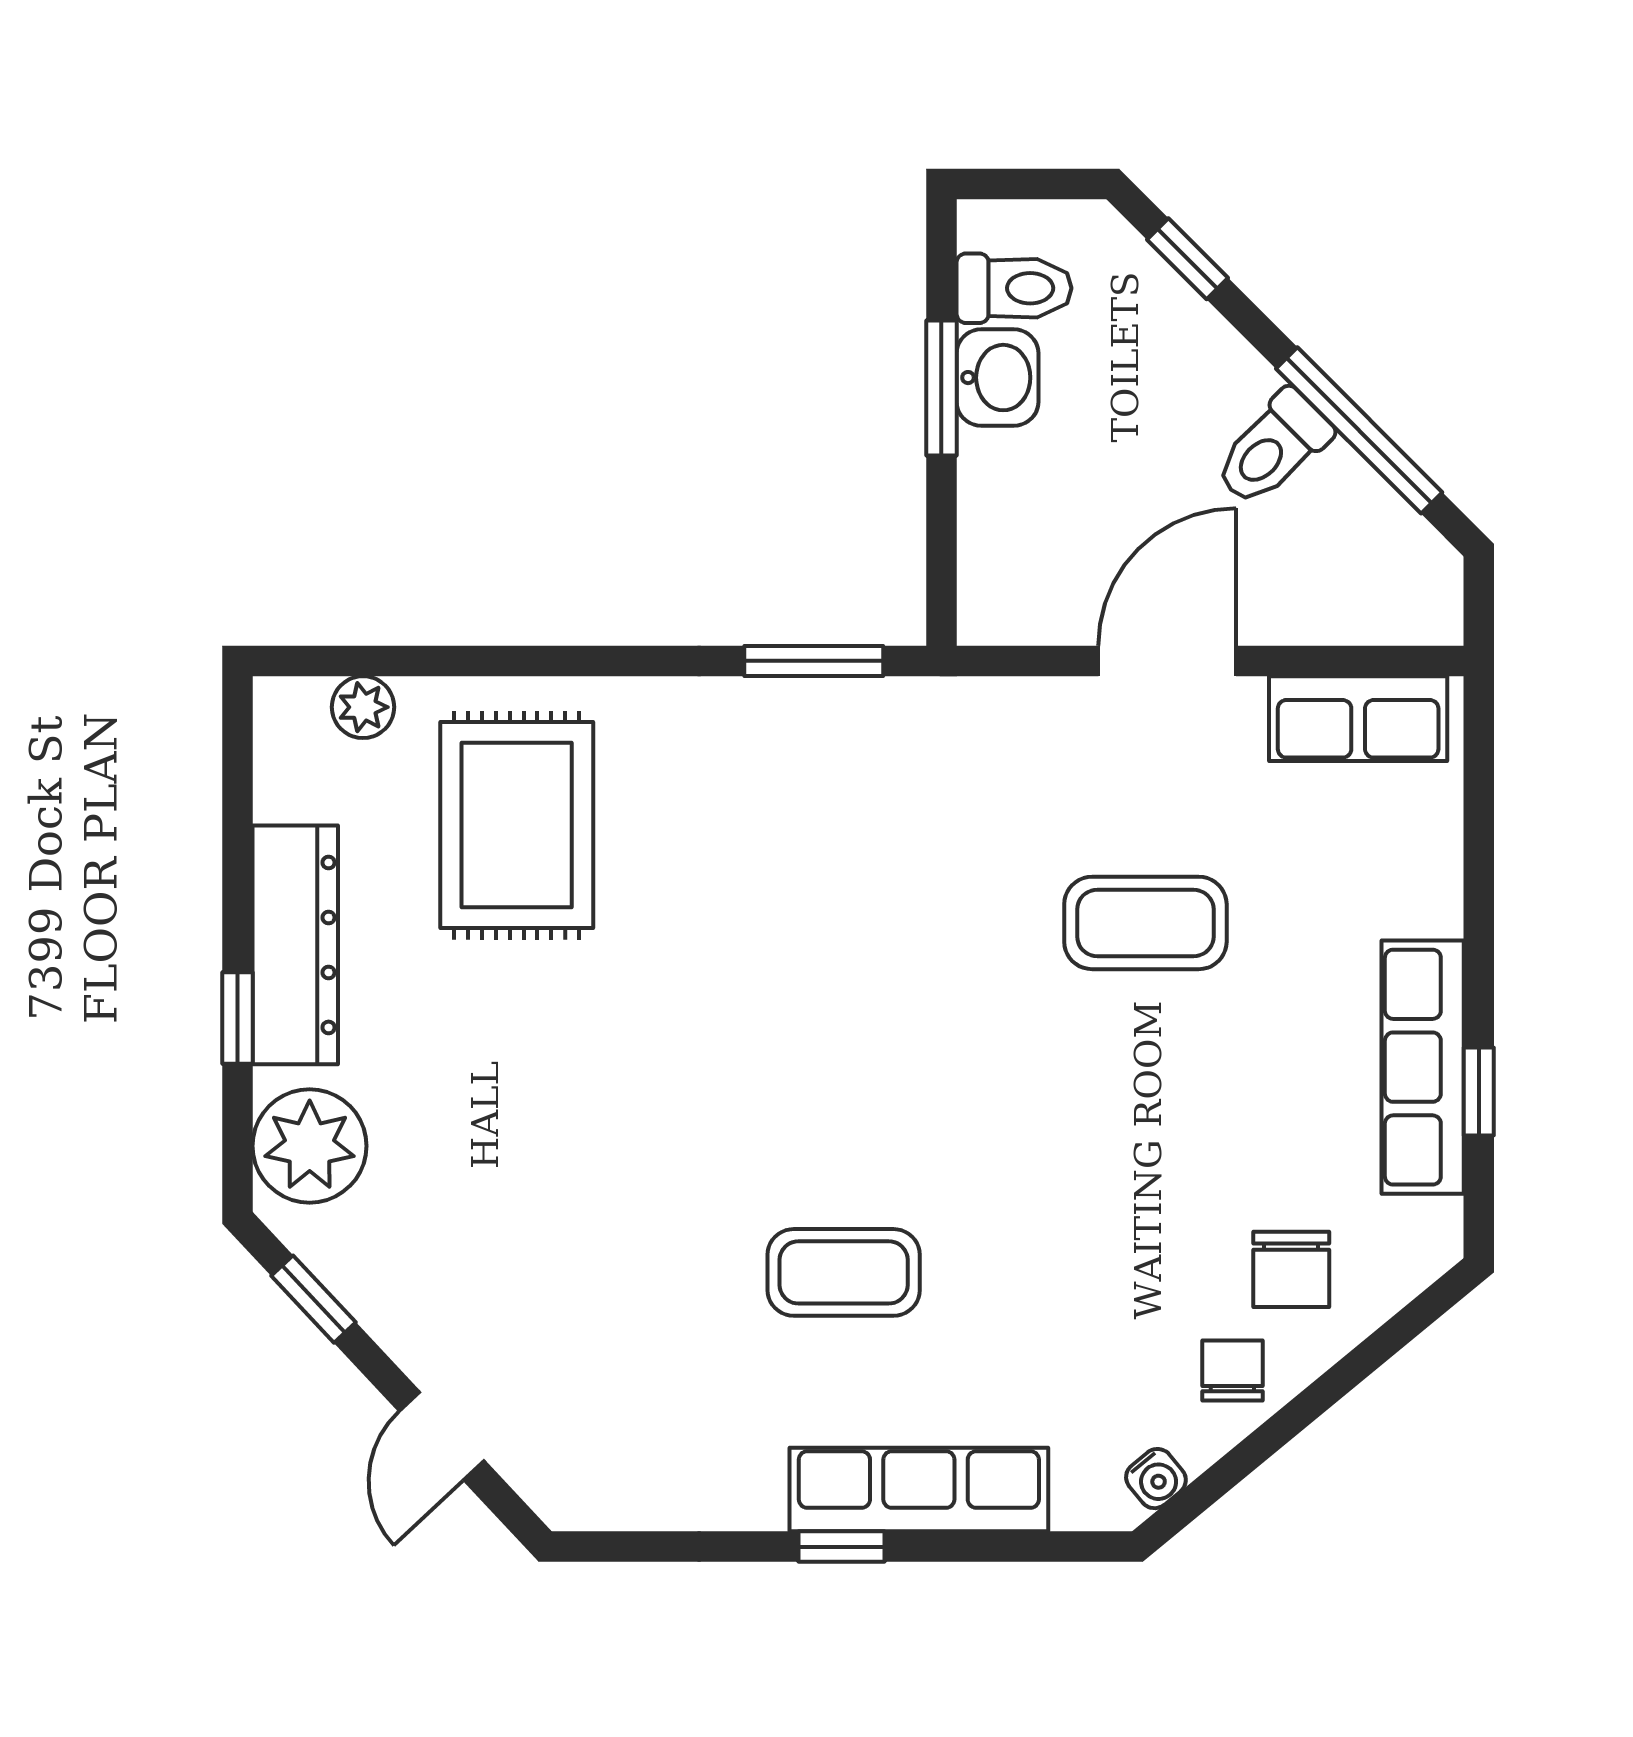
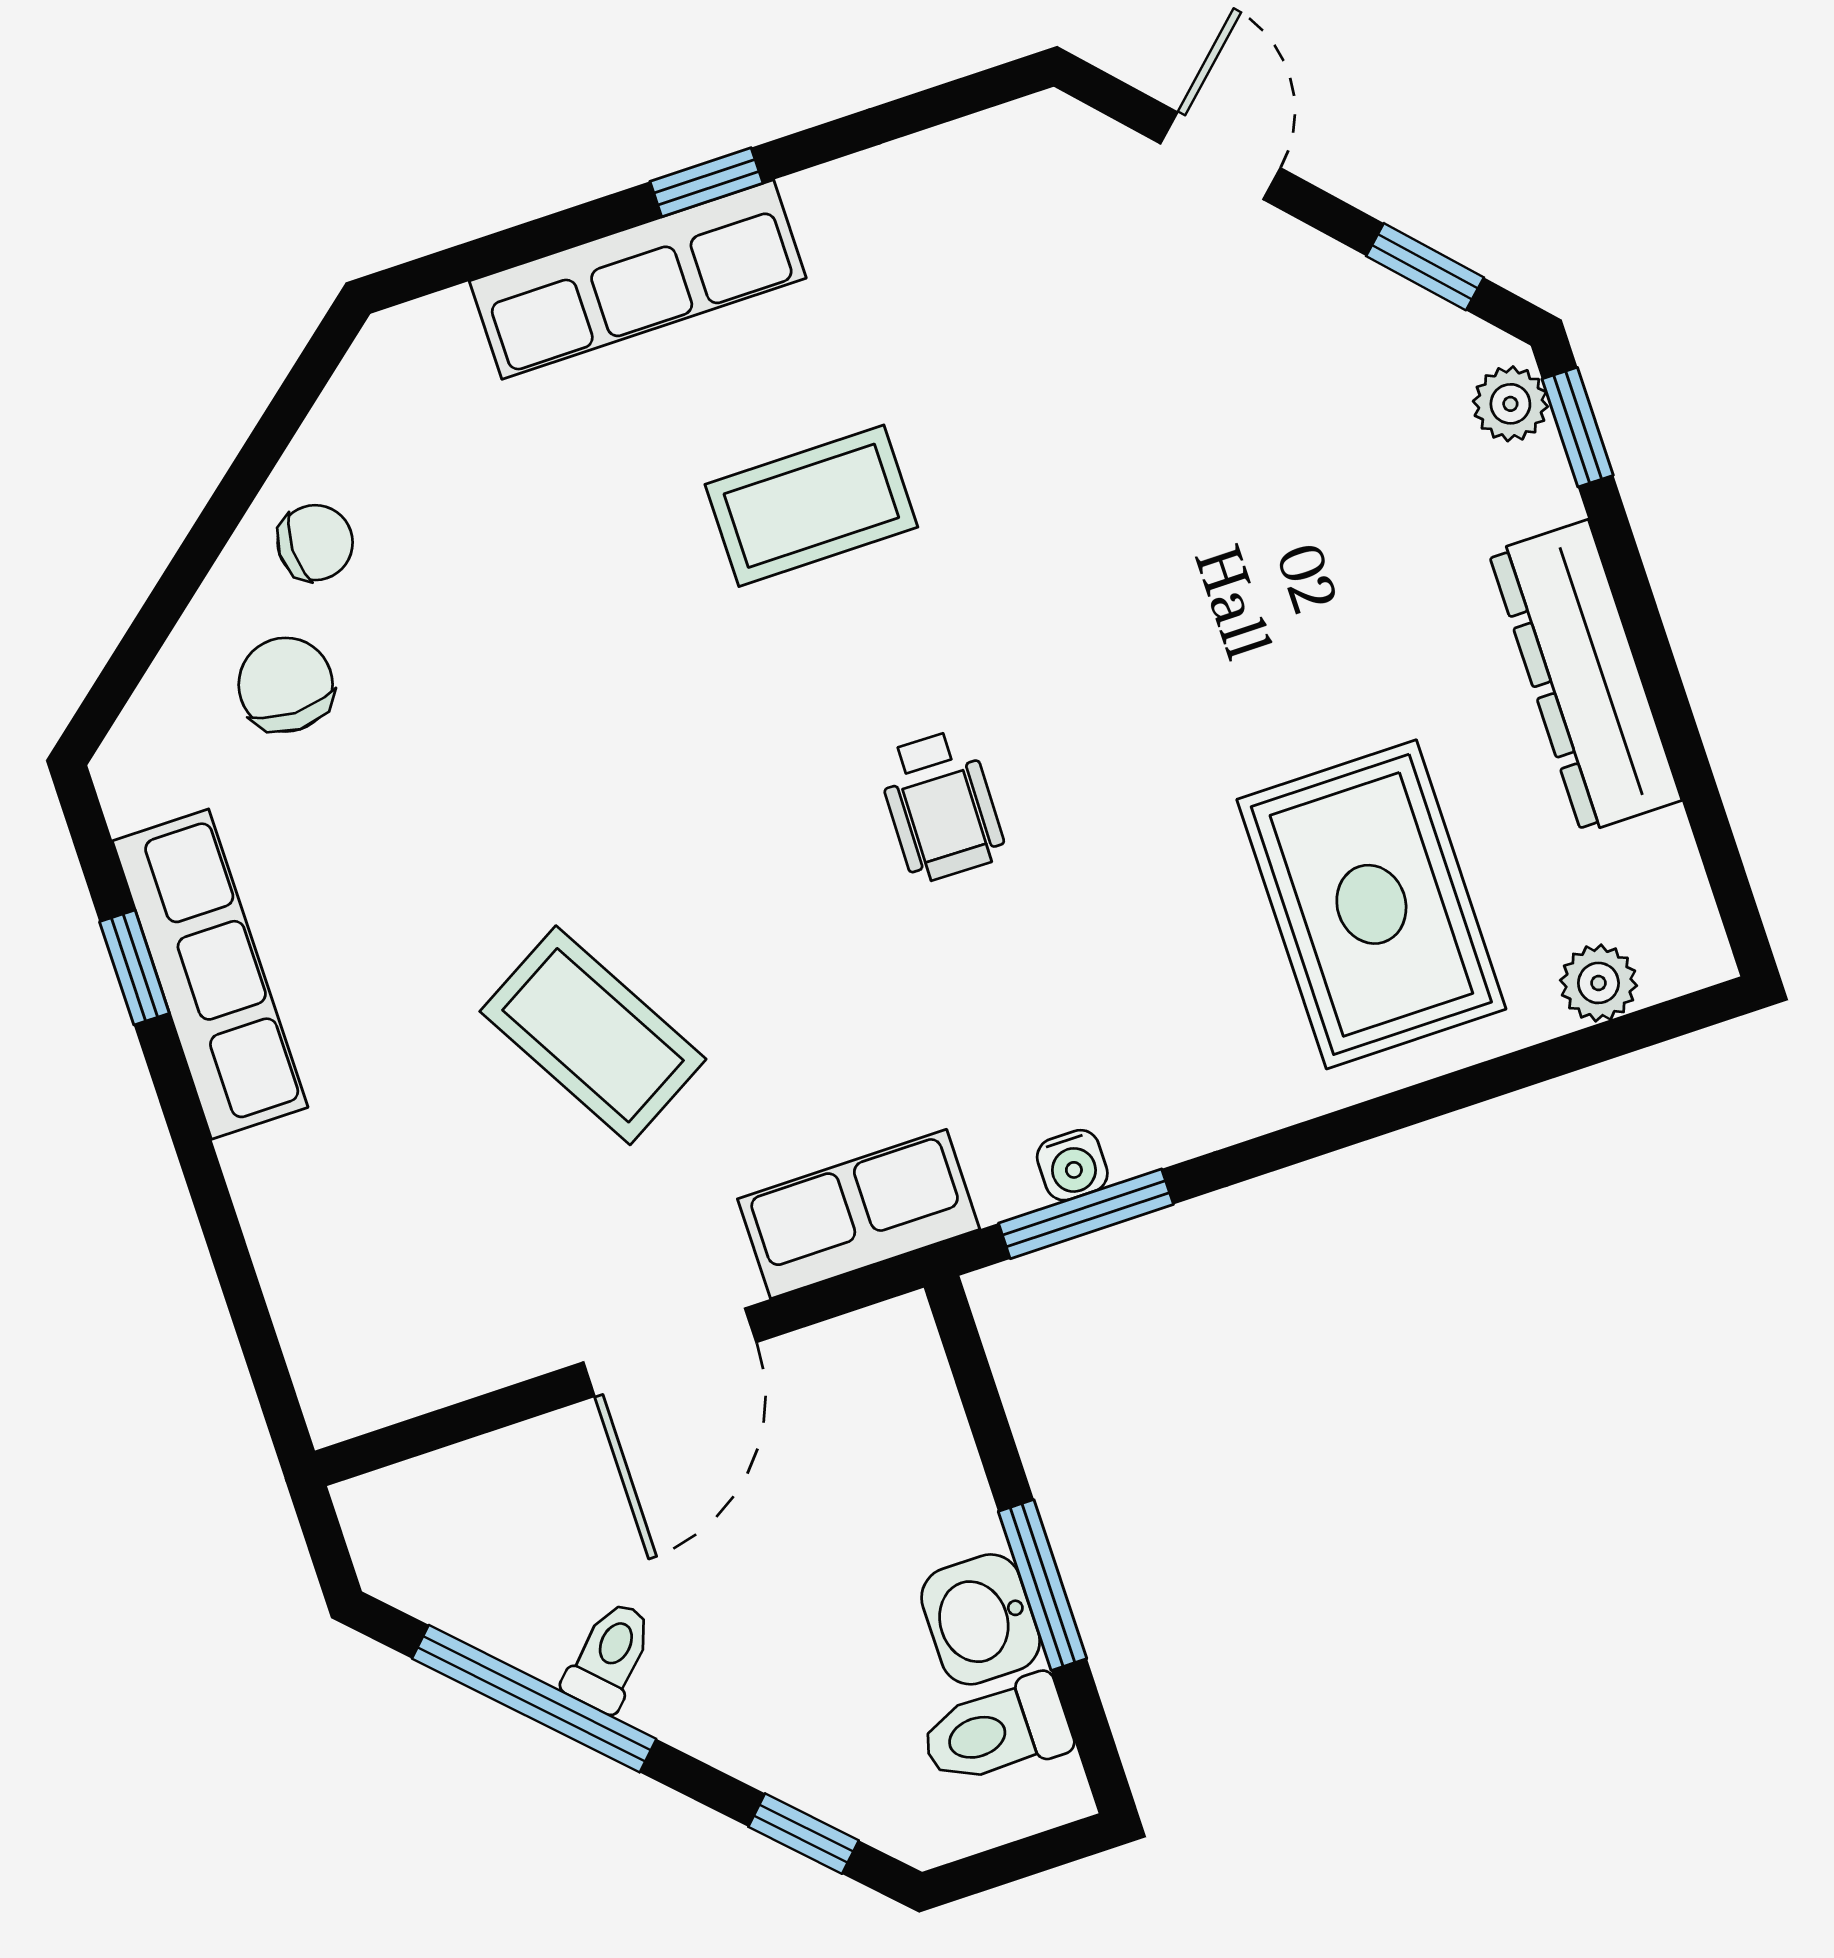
toilet: (1273, 448) -> (609, 1657), width x0.73, depth x0.72
row of seats: (1358, 719) -> (859, 1214), moved
coffee table: (1145, 923) -> (593, 1035), turned 60
wheelchair: (821, 1010) -> (941, 806), added
window: (238, 1018) -> (1578, 427), moved
plant: (310, 1146) -> (1510, 404), width x0.53, depth x0.53
chair: (1233, 1371) -> (315, 543), turned -90
water cooler: (1156, 1479) -> (1072, 1165), moved, turned -141

